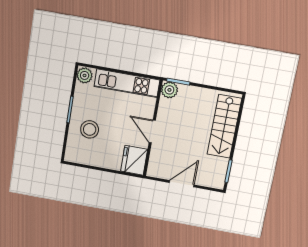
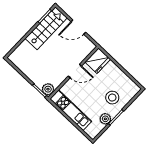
plant: (85, 75) -> (105, 119), moved
stairs: (224, 126) -> (46, 28), moved
door: (152, 131) -> (75, 71), hinge flipped

